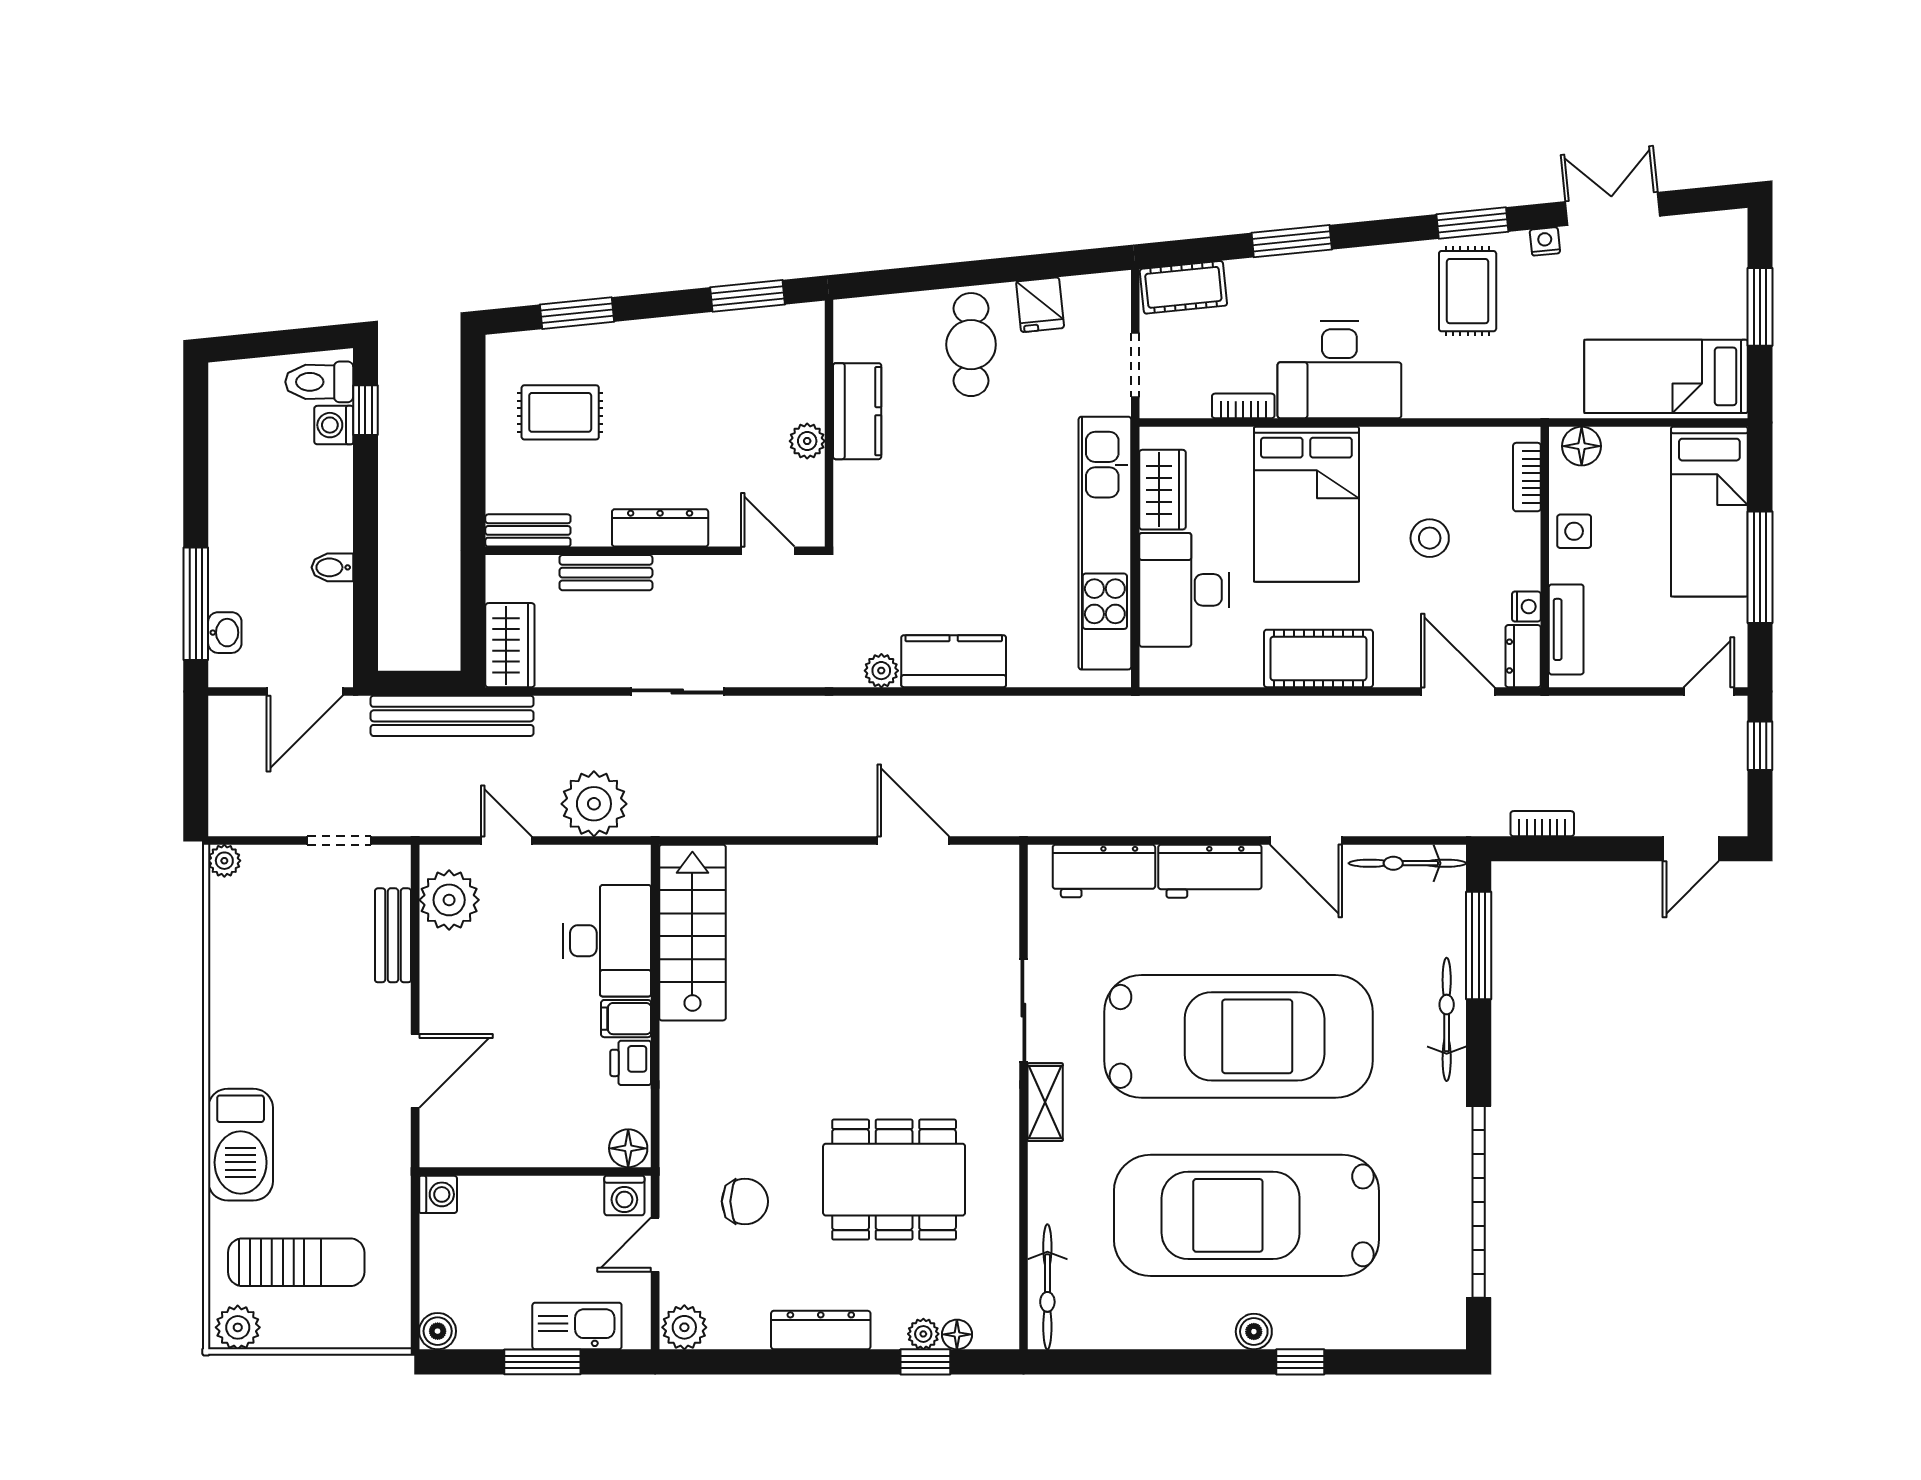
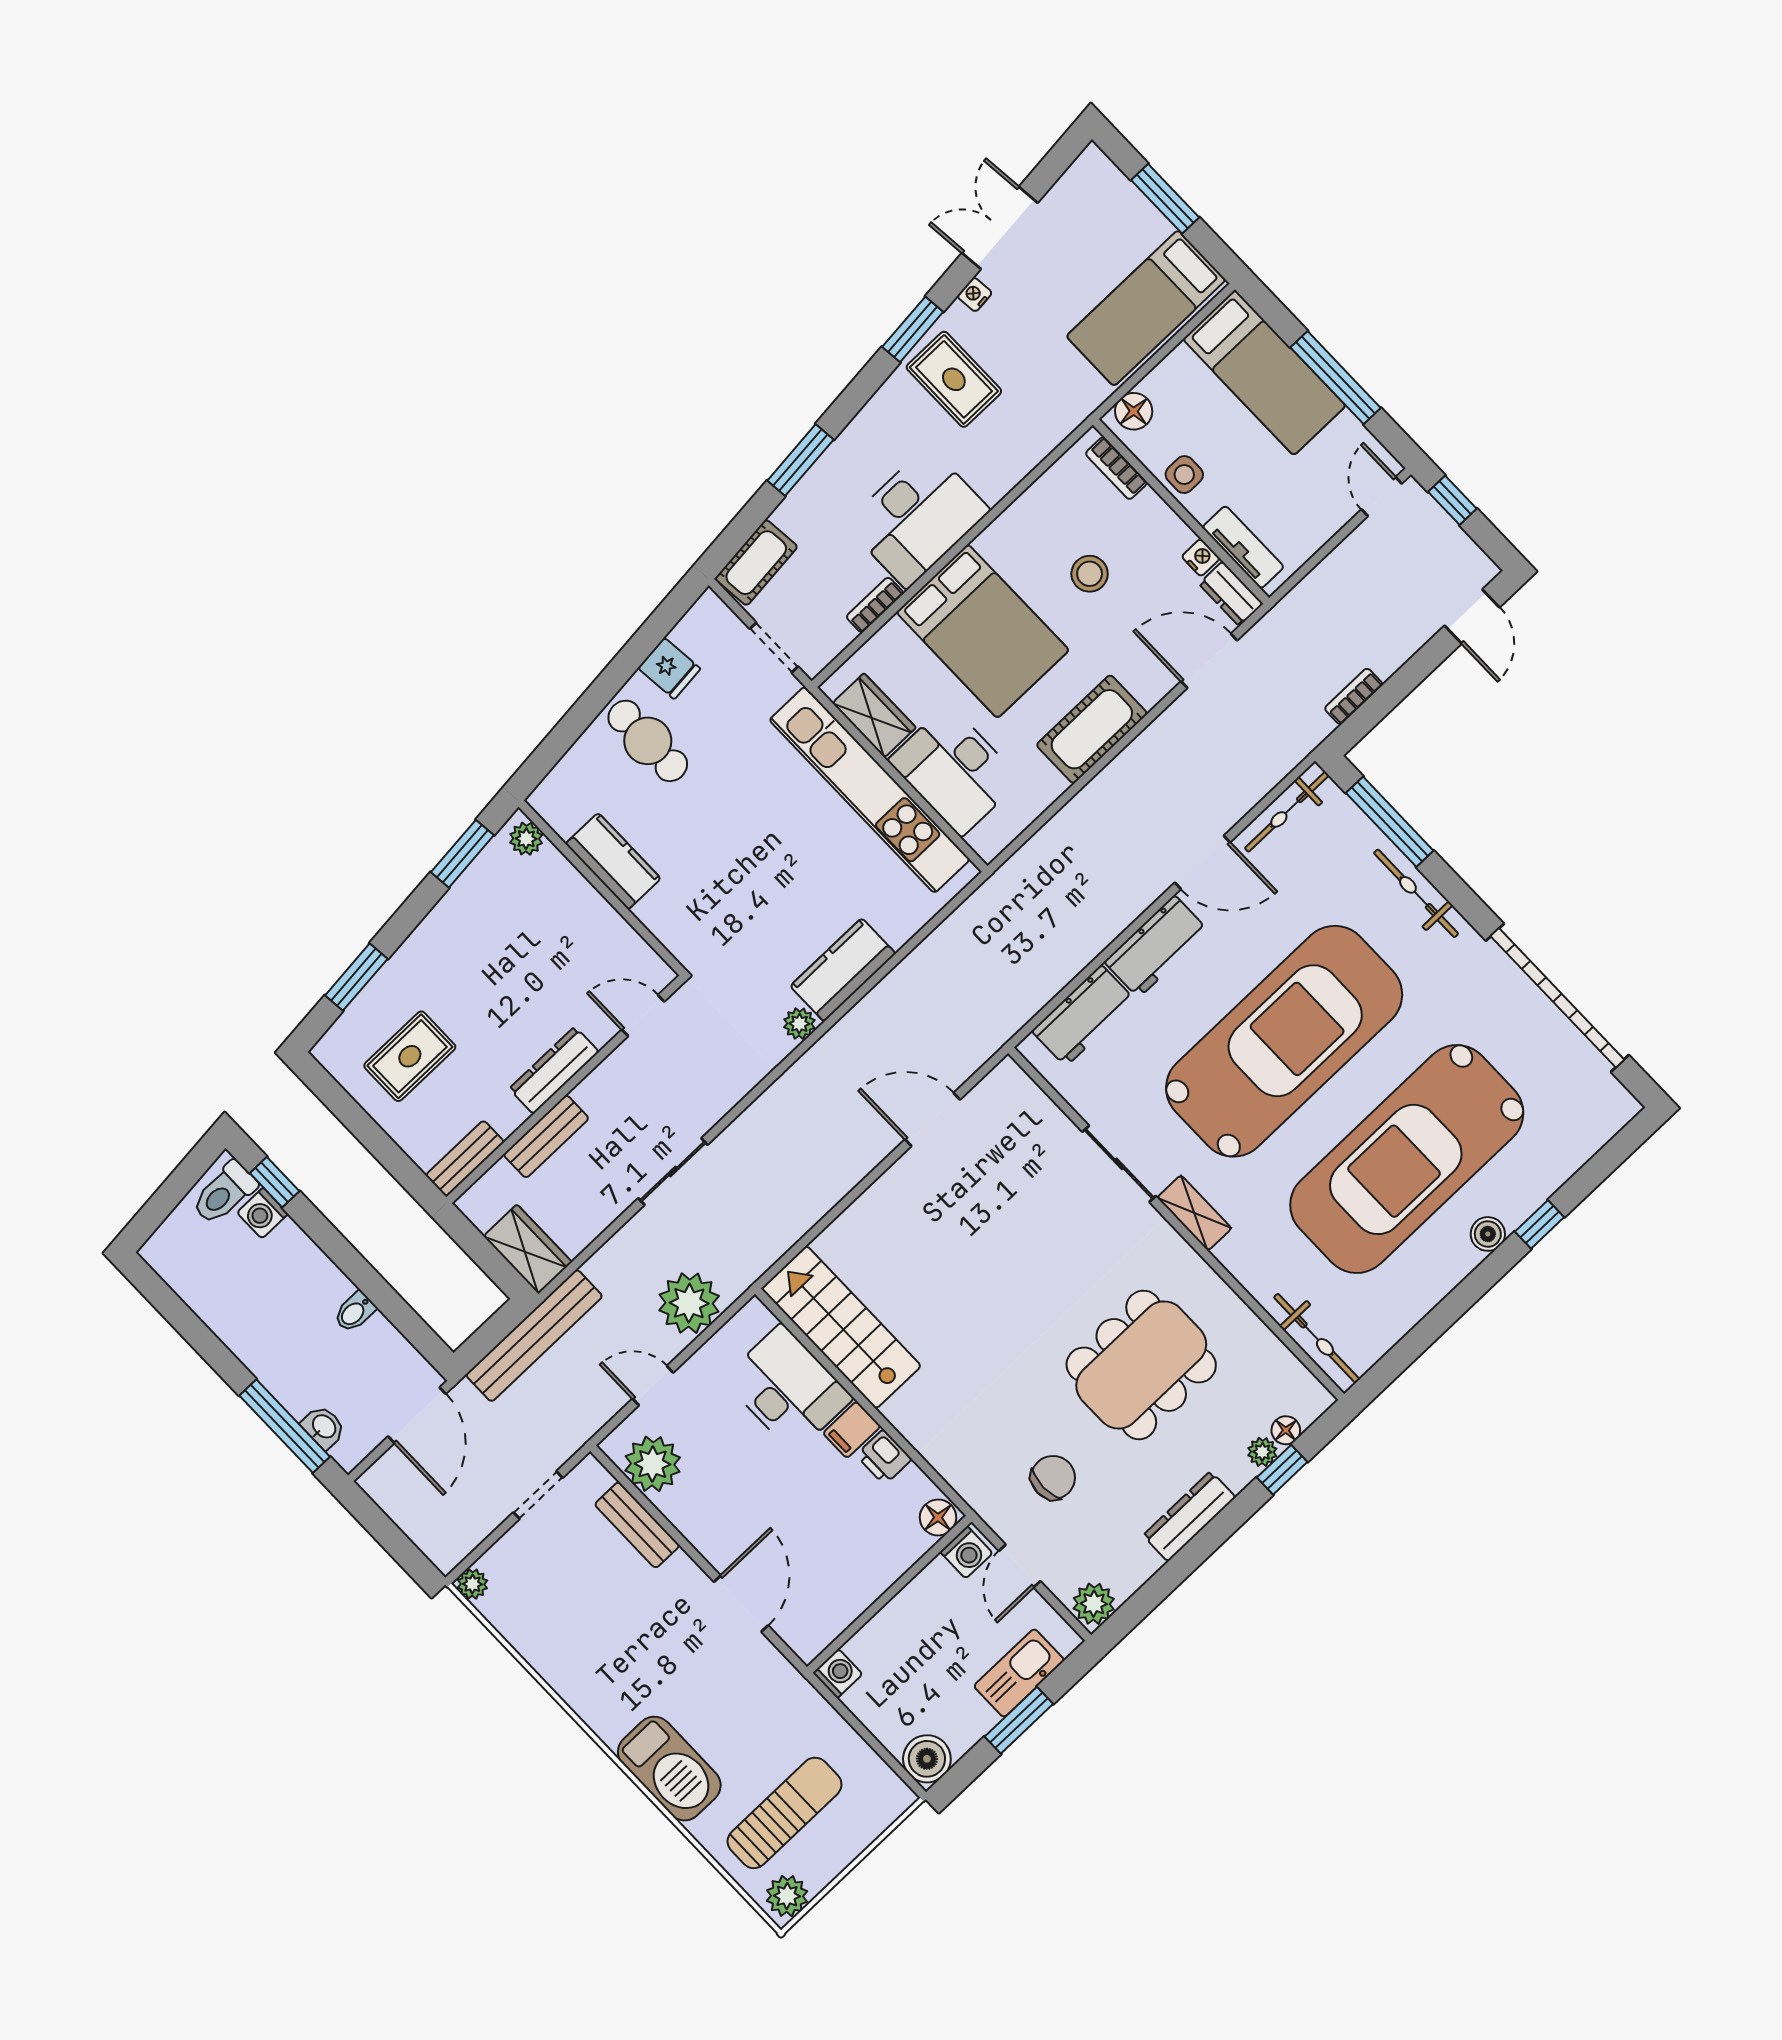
plant: (807, 441) -> (526, 839), moved
boiler: (438, 1331) -> (927, 1759), width x1.36, depth x1.36

